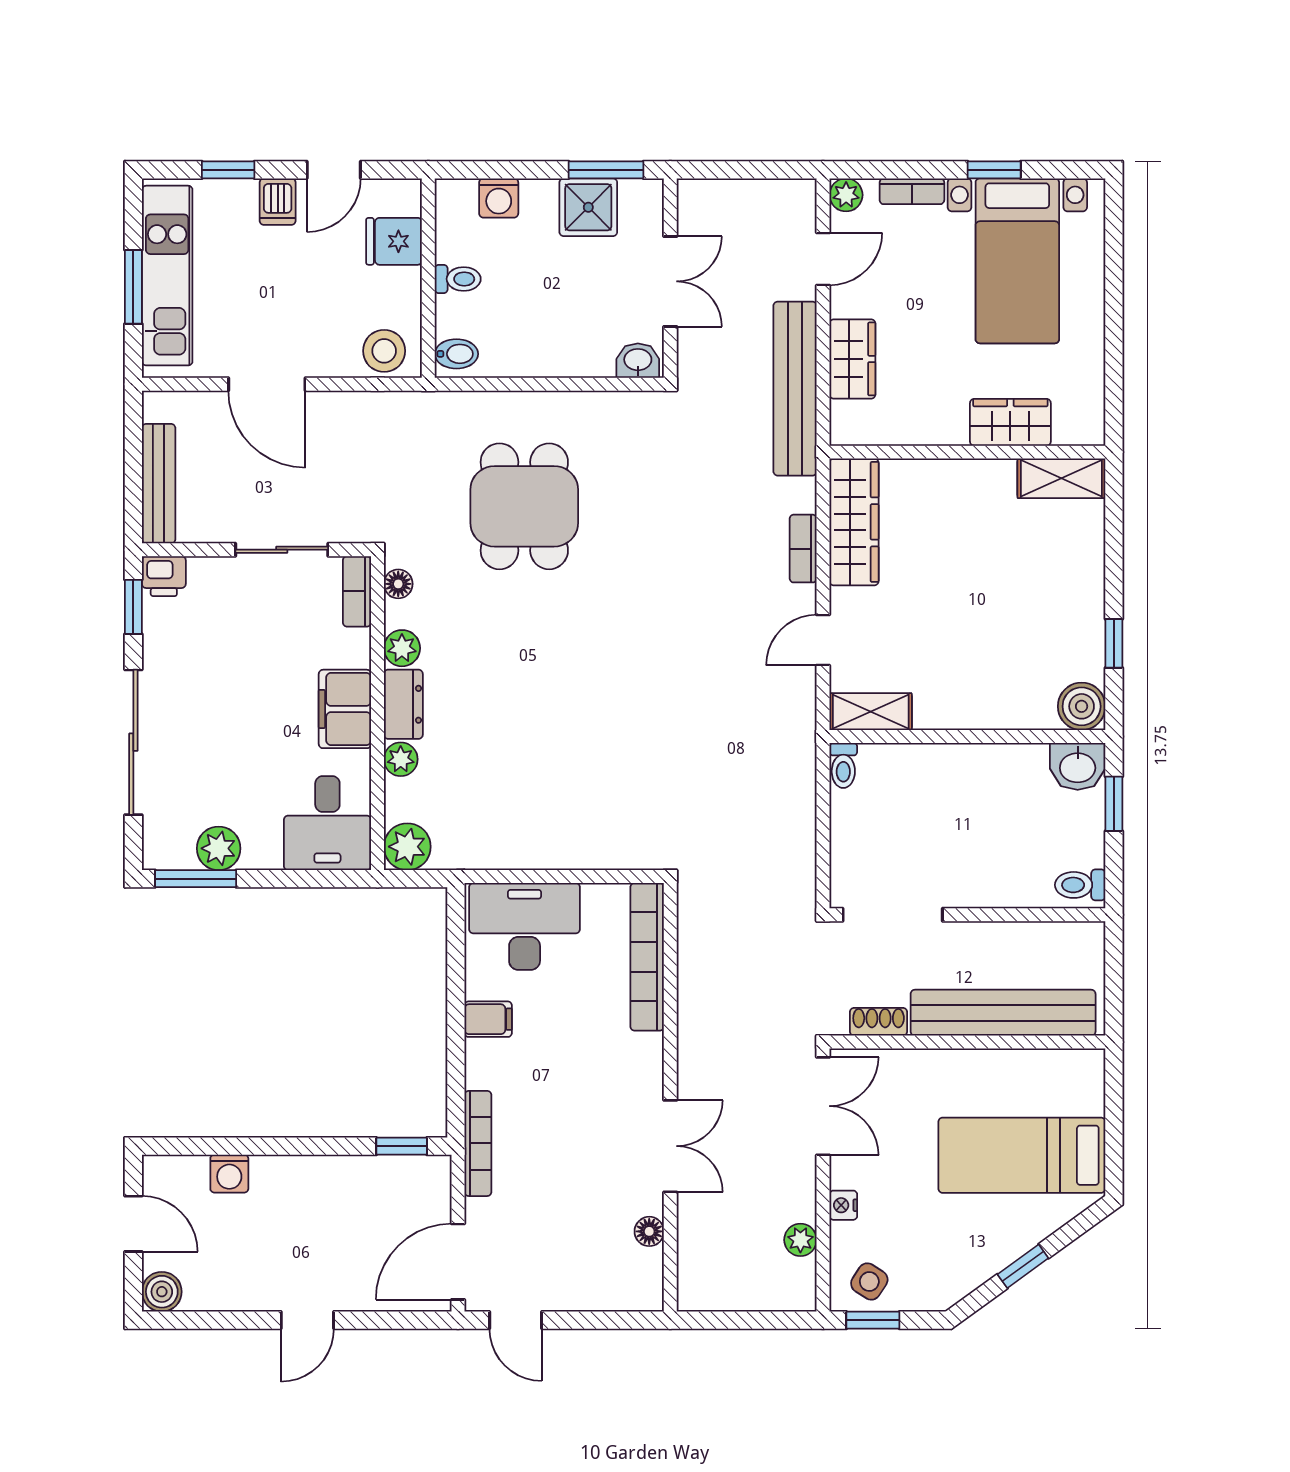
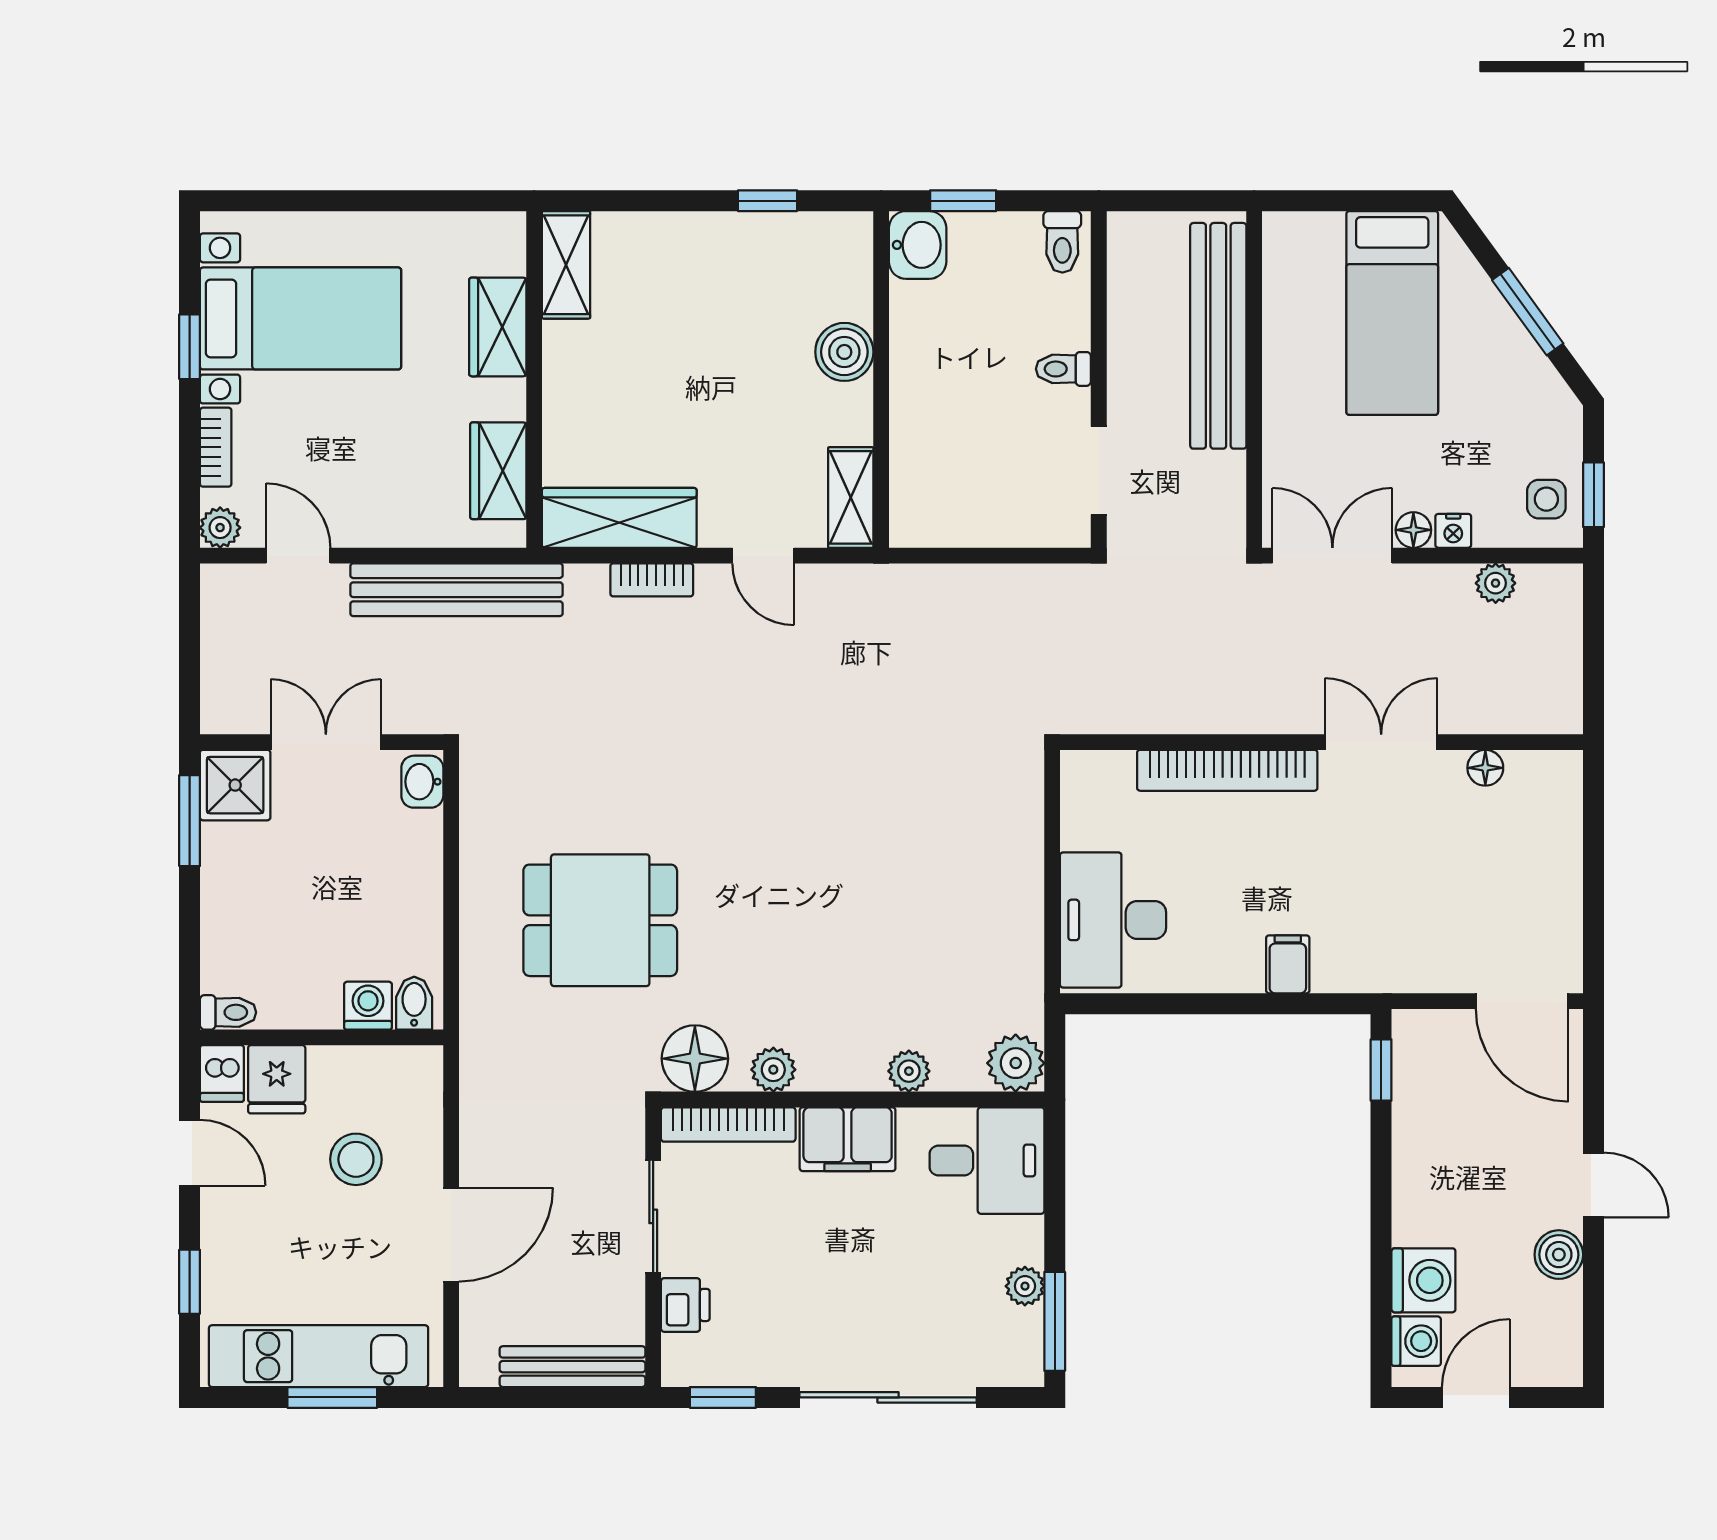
washing machine: (499, 198) -> (368, 1006), moved, turned -90
dishwasher: (278, 202) -> (222, 1073), moved, turned 90
shower: (588, 207) -> (235, 785), moved
toilet: (458, 279) -> (228, 1012), moved, turned 90
stool: (384, 351) -> (356, 1159), moved
wardrobe: (852, 359) -> (498, 471), moved, turned -90
printer: (164, 576) -> (685, 1305), moved
floor lamp: (398, 584) -> (695, 1059), width x1.89, depth x1.89
bookcase: (357, 591) -> (728, 1124), width x1.56
dresser: (403, 704) -> (842, 1068), removed
boiler: (1082, 706) -> (844, 352), moved
toilet: (843, 765) -> (1063, 369), moved, turned 180
plant: (219, 848) -> (1025, 1286), width x0.73, depth x0.73
doorway: (893, 915) -> (1099, 471), width x0.73
bookcase: (647, 957) -> (1227, 770), moved
filing cabinet: (488, 1019) -> (1288, 964), moved
shoe rack: (879, 1022) -> (1229, 488), removed
bookcase: (478, 1143) -> (1378, 977), removed
floor lamp: (844, 1173) -> (1413, 530), added
washing machine: (229, 1174) -> (1423, 1280), width x1.38, depth x1.38
washing machine: (179, 1175) -> (1416, 1341), added
window: (1023, 1266) -> (1528, 312), width x1.50
side table: (869, 1282) -> (1546, 499), turned -33
boiler: (162, 1292) -> (1559, 1255), moved
door: (516, 1320) -> (1594, 931), removed

